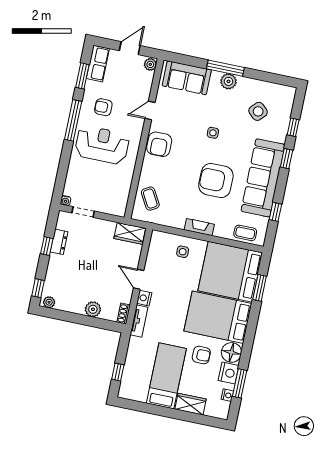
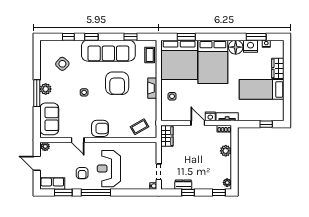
door: (139, 279) -> (198, 123), swing flipped
armchair: (201, 355) -> (242, 68), removed

